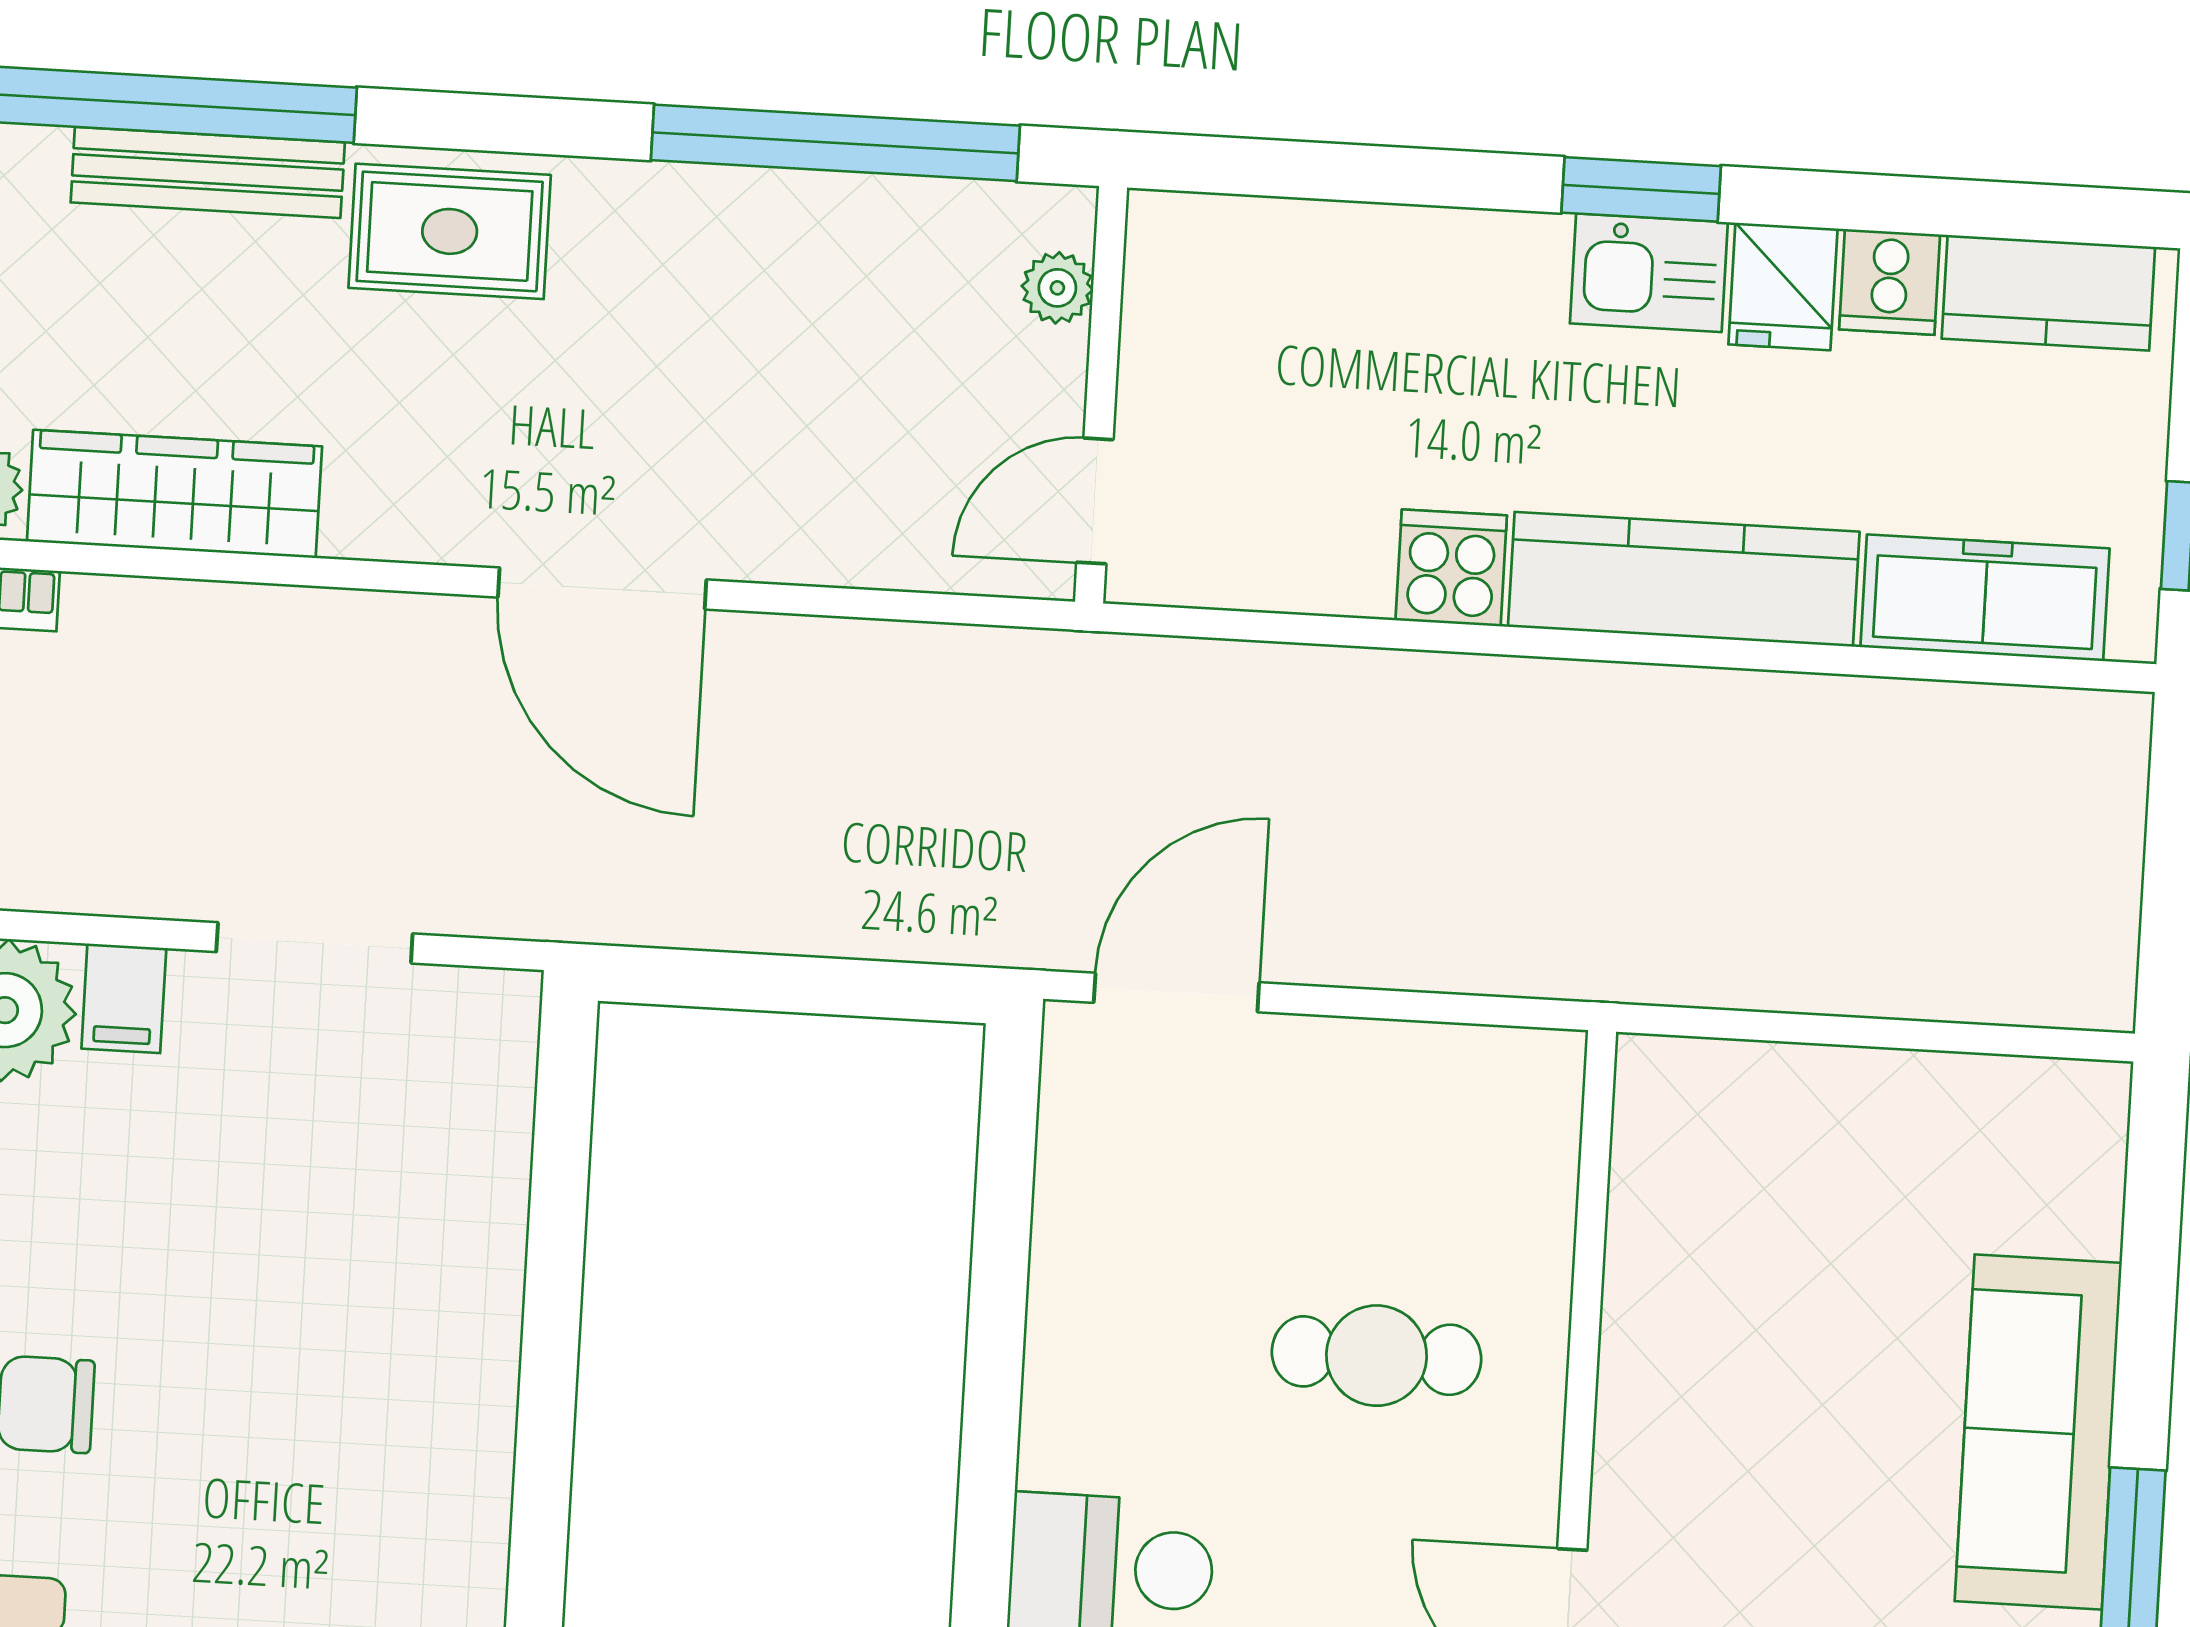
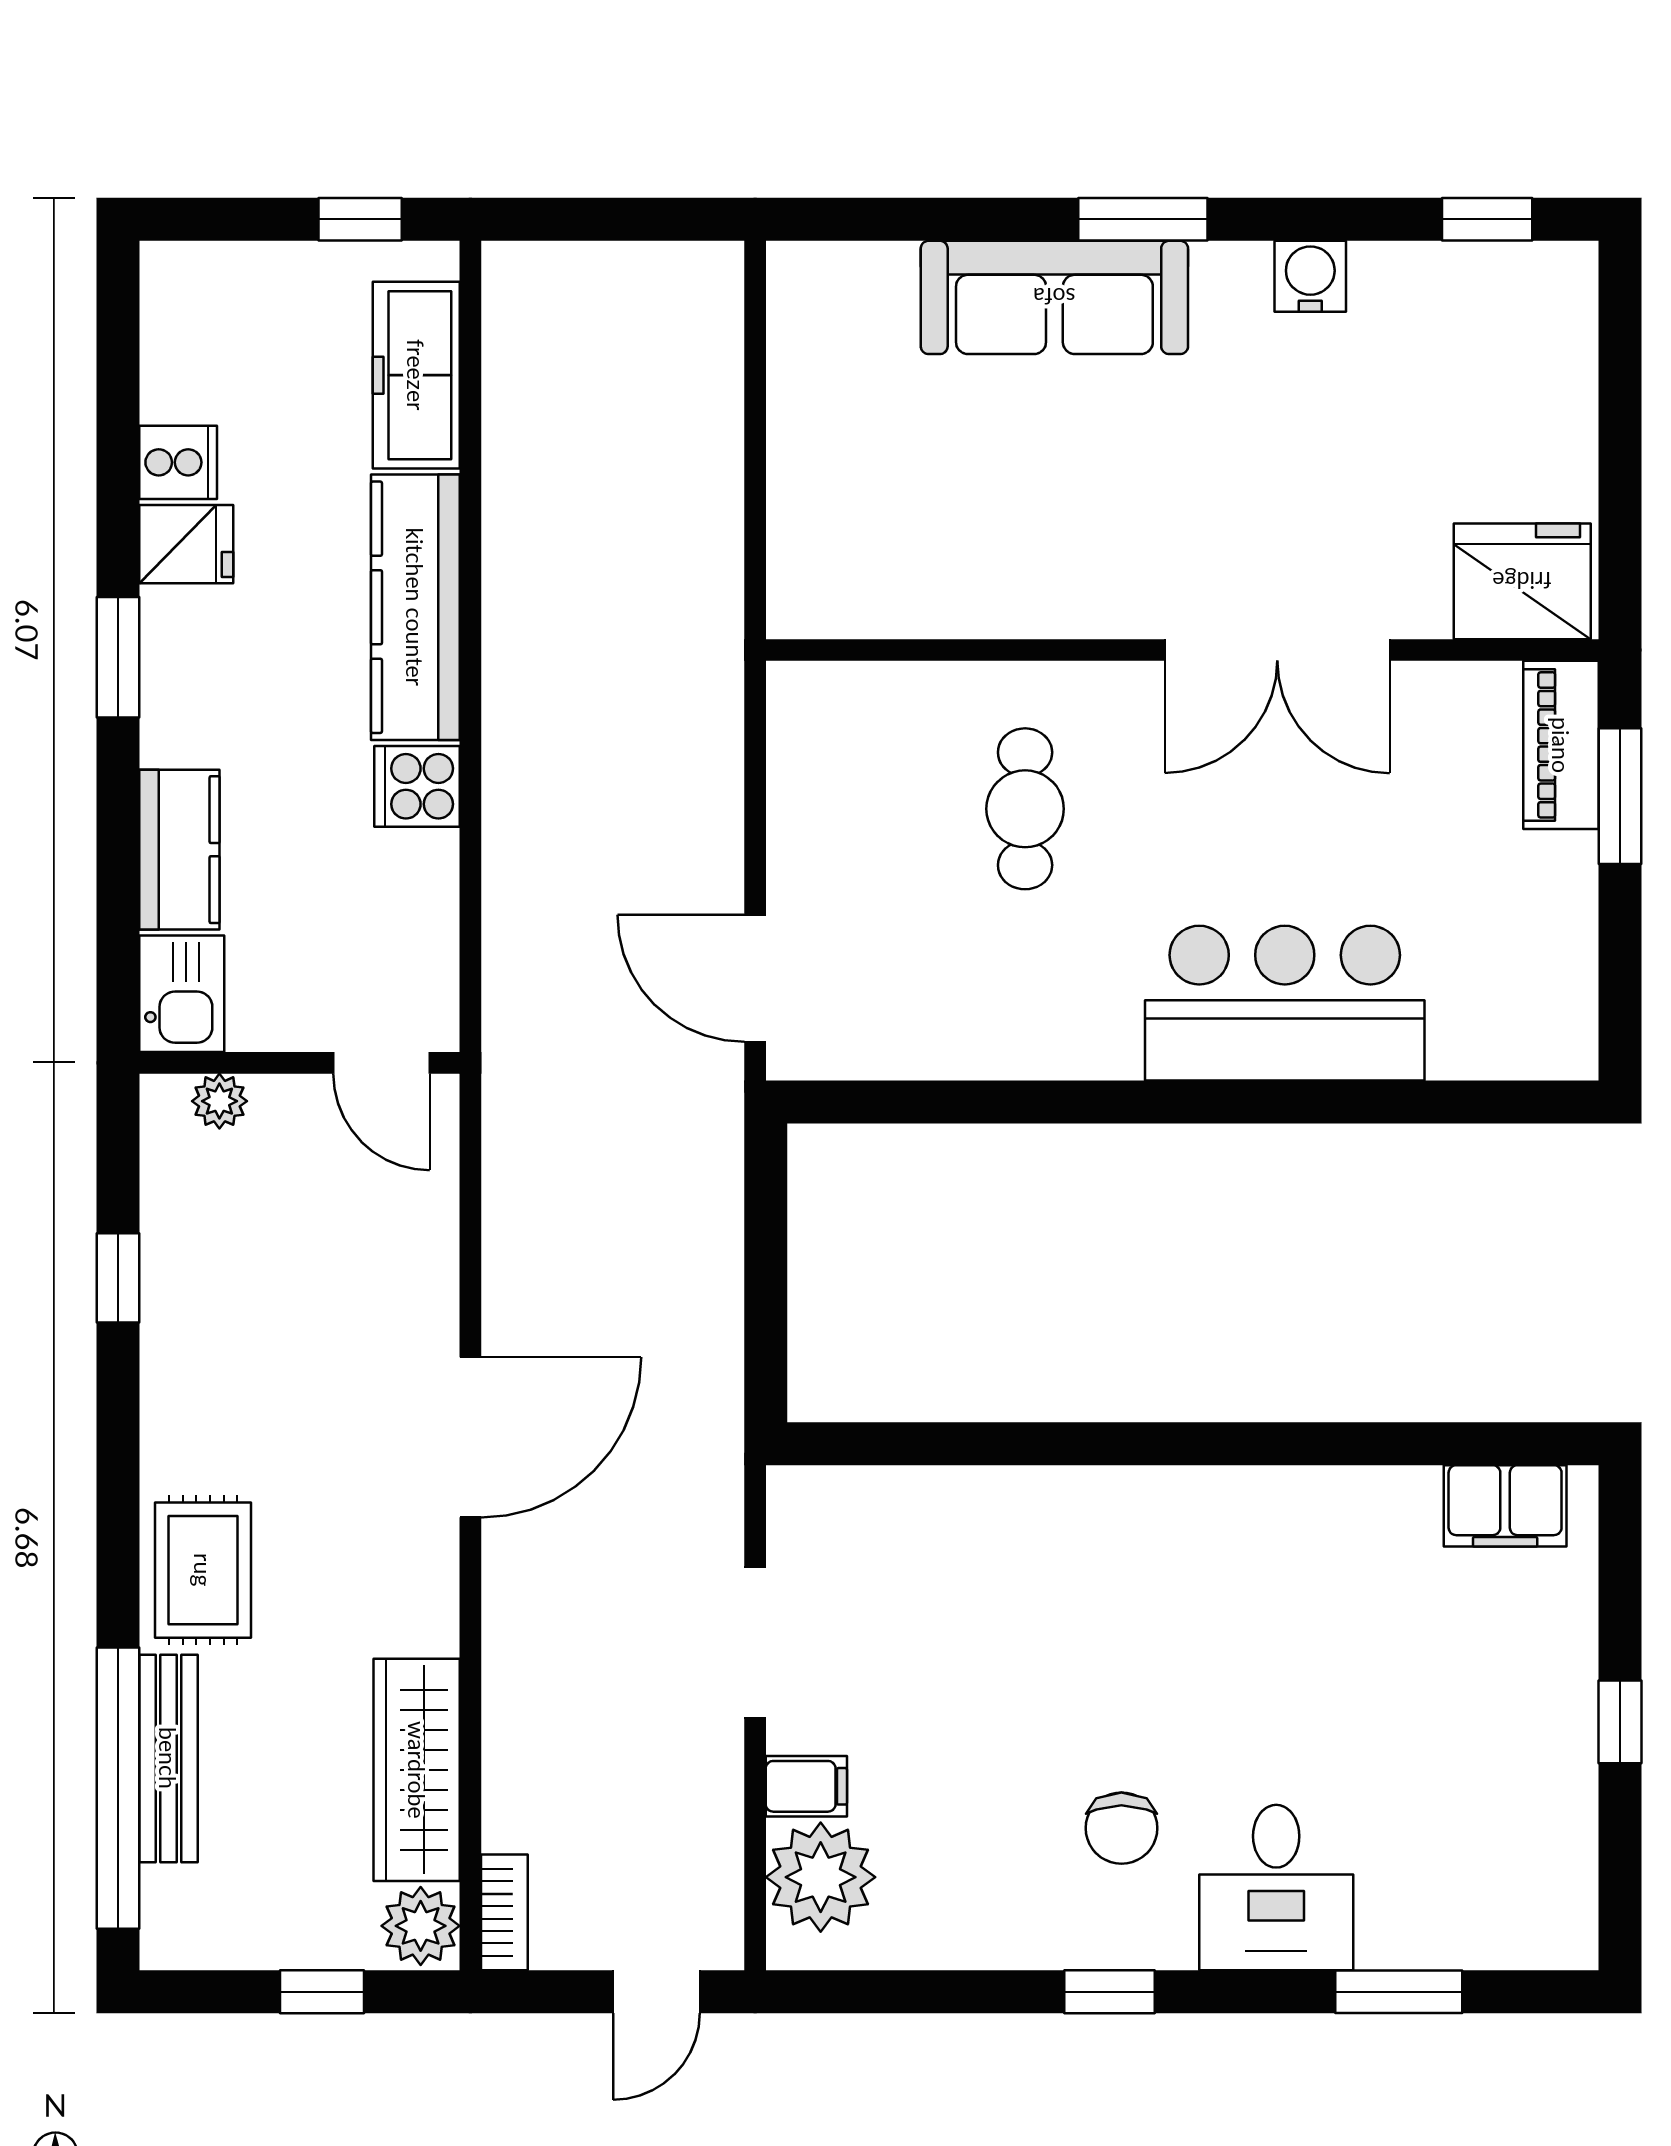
window: (835, 143) -> (118, 1278), width x0.32
kitchen sink: (1649, 273) -> (182, 994), moved
kitchen counter: (2048, 293) -> (179, 850), moved

